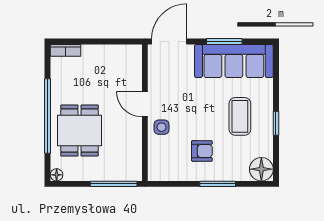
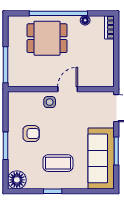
armchair: (202, 151) -> (31, 134), turned -90
floor lamp: (57, 175) -> (85, 20), moved

